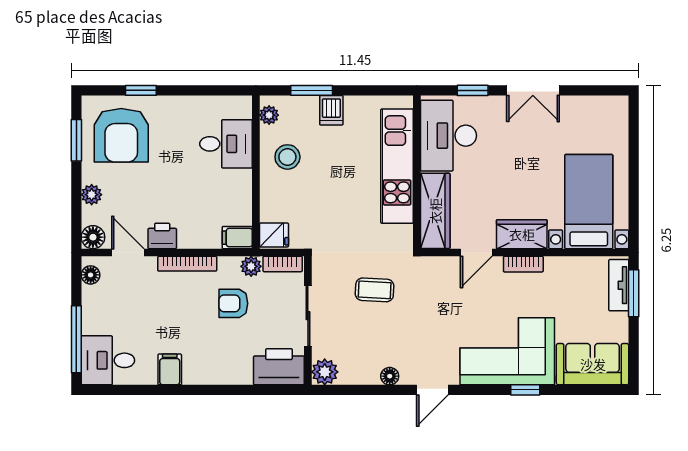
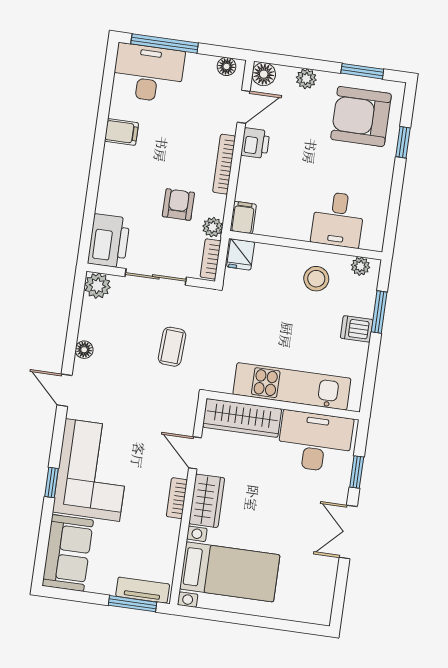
desk: (108, 360) -> (148, 73), width x1.37

